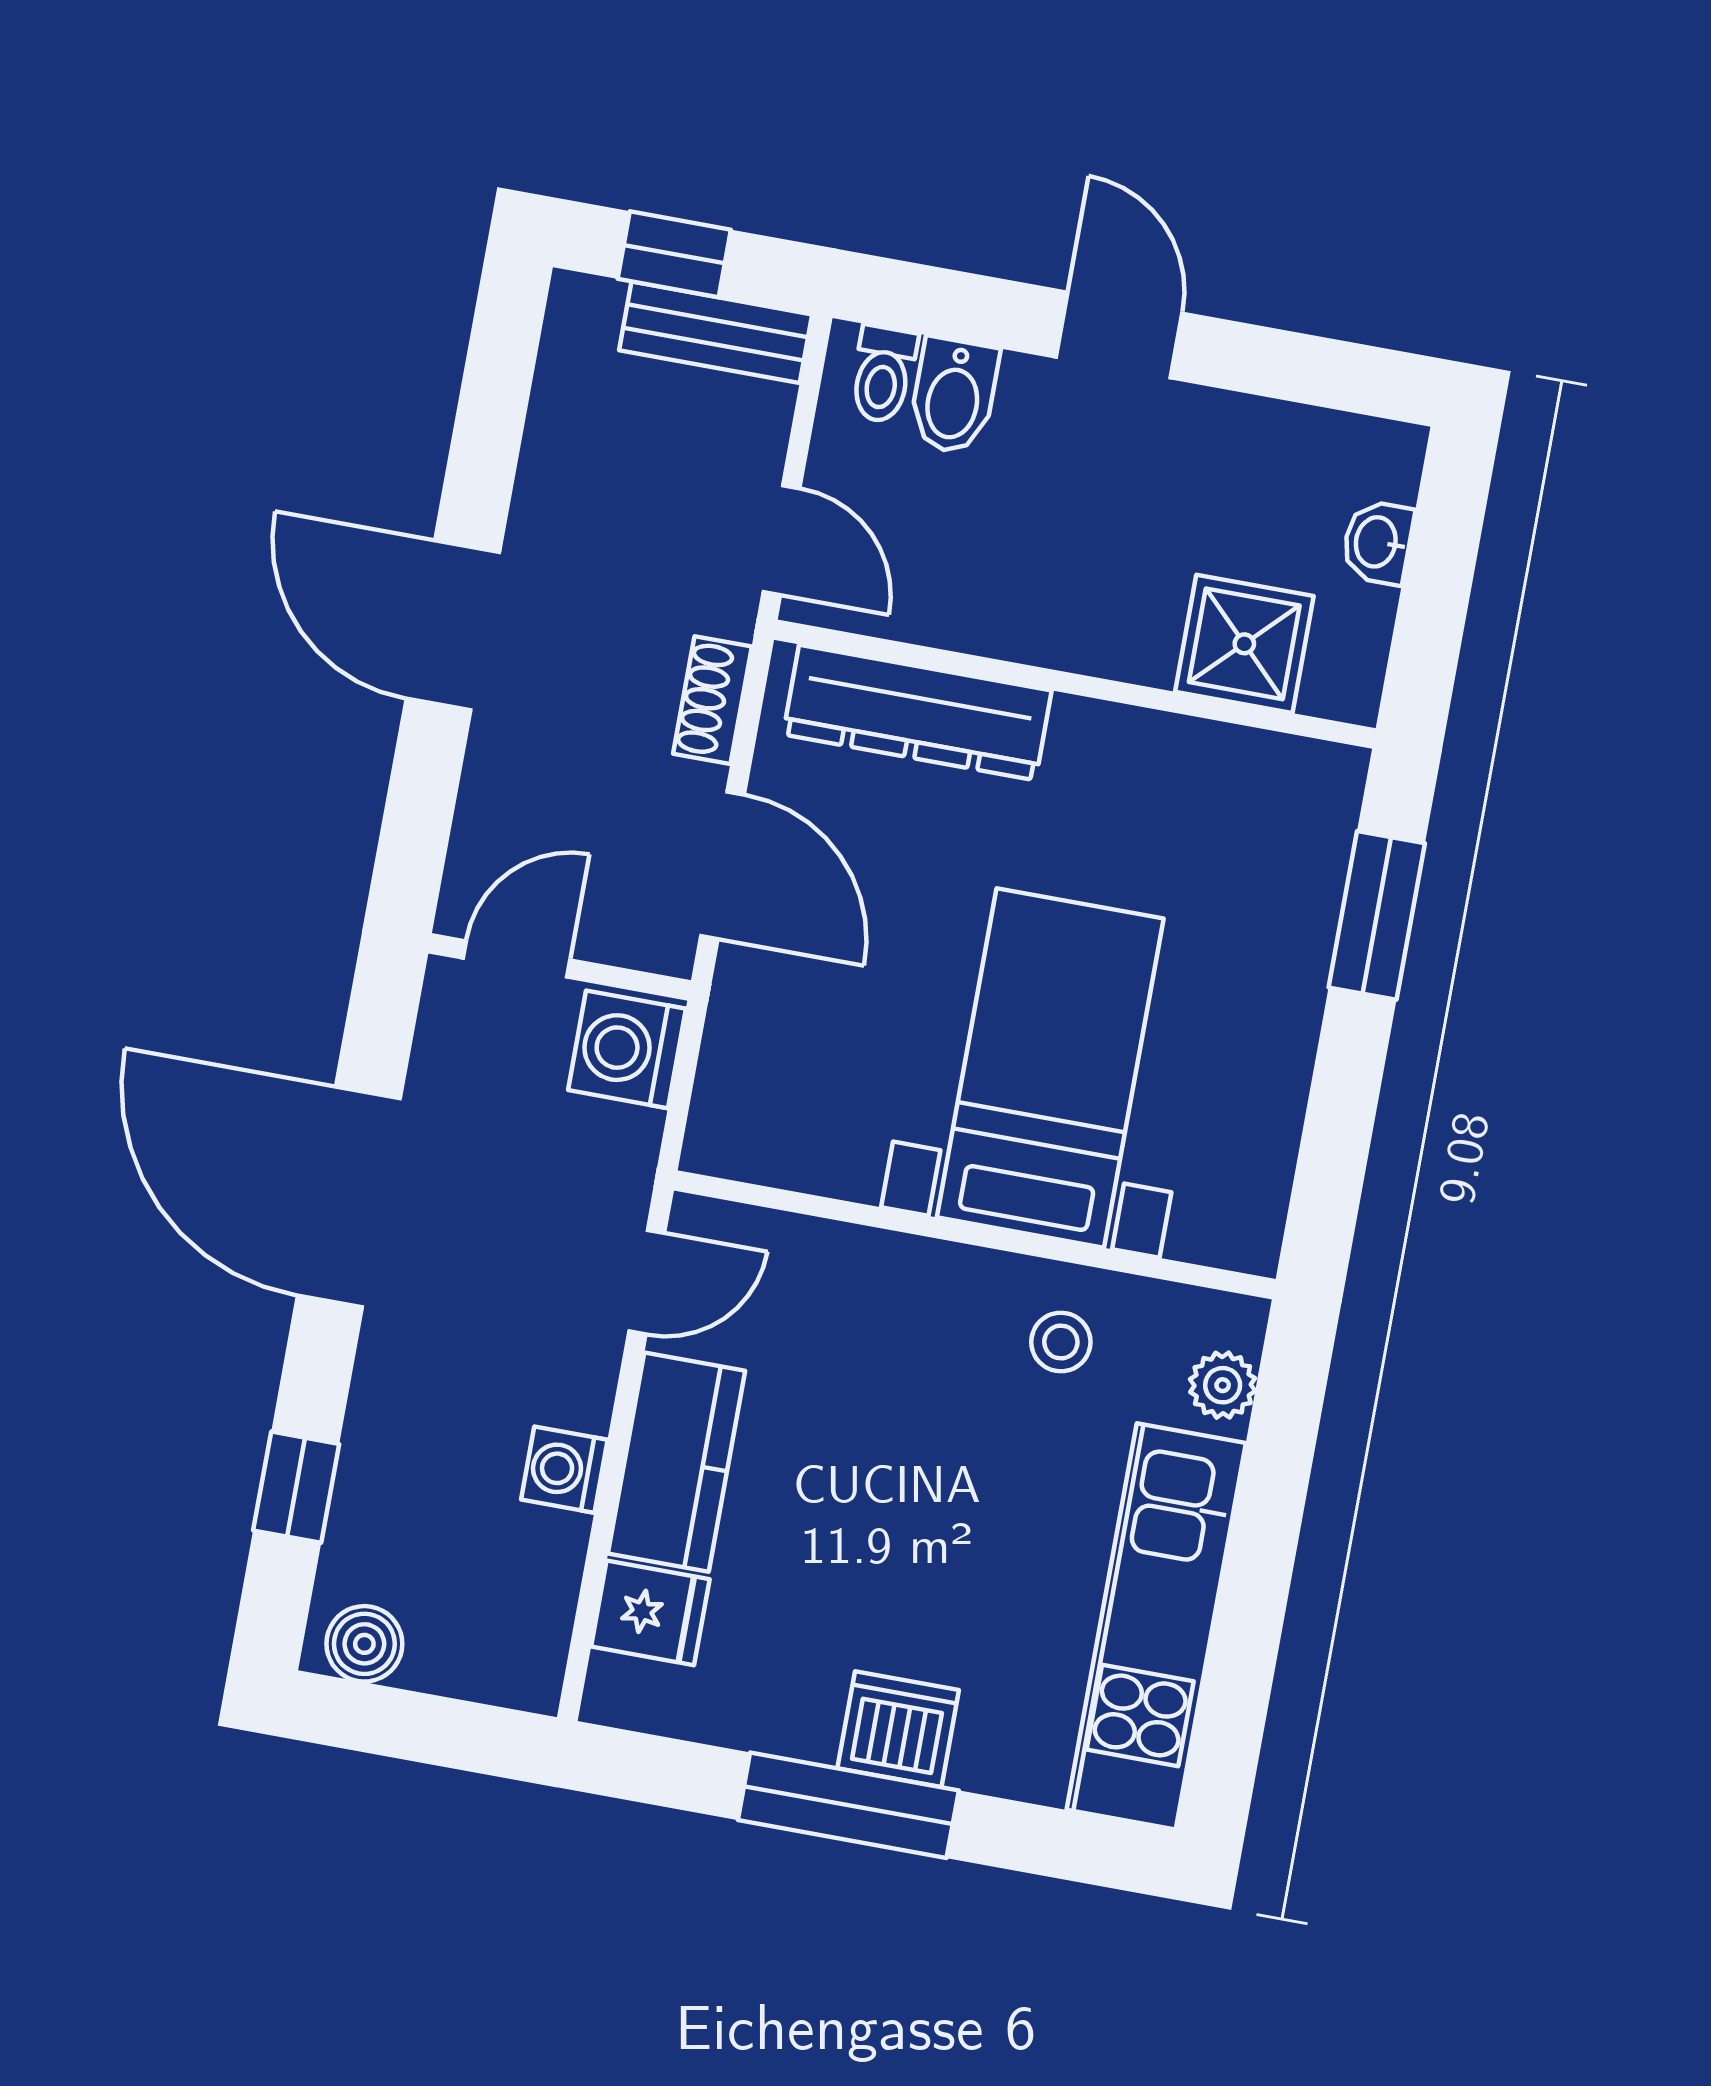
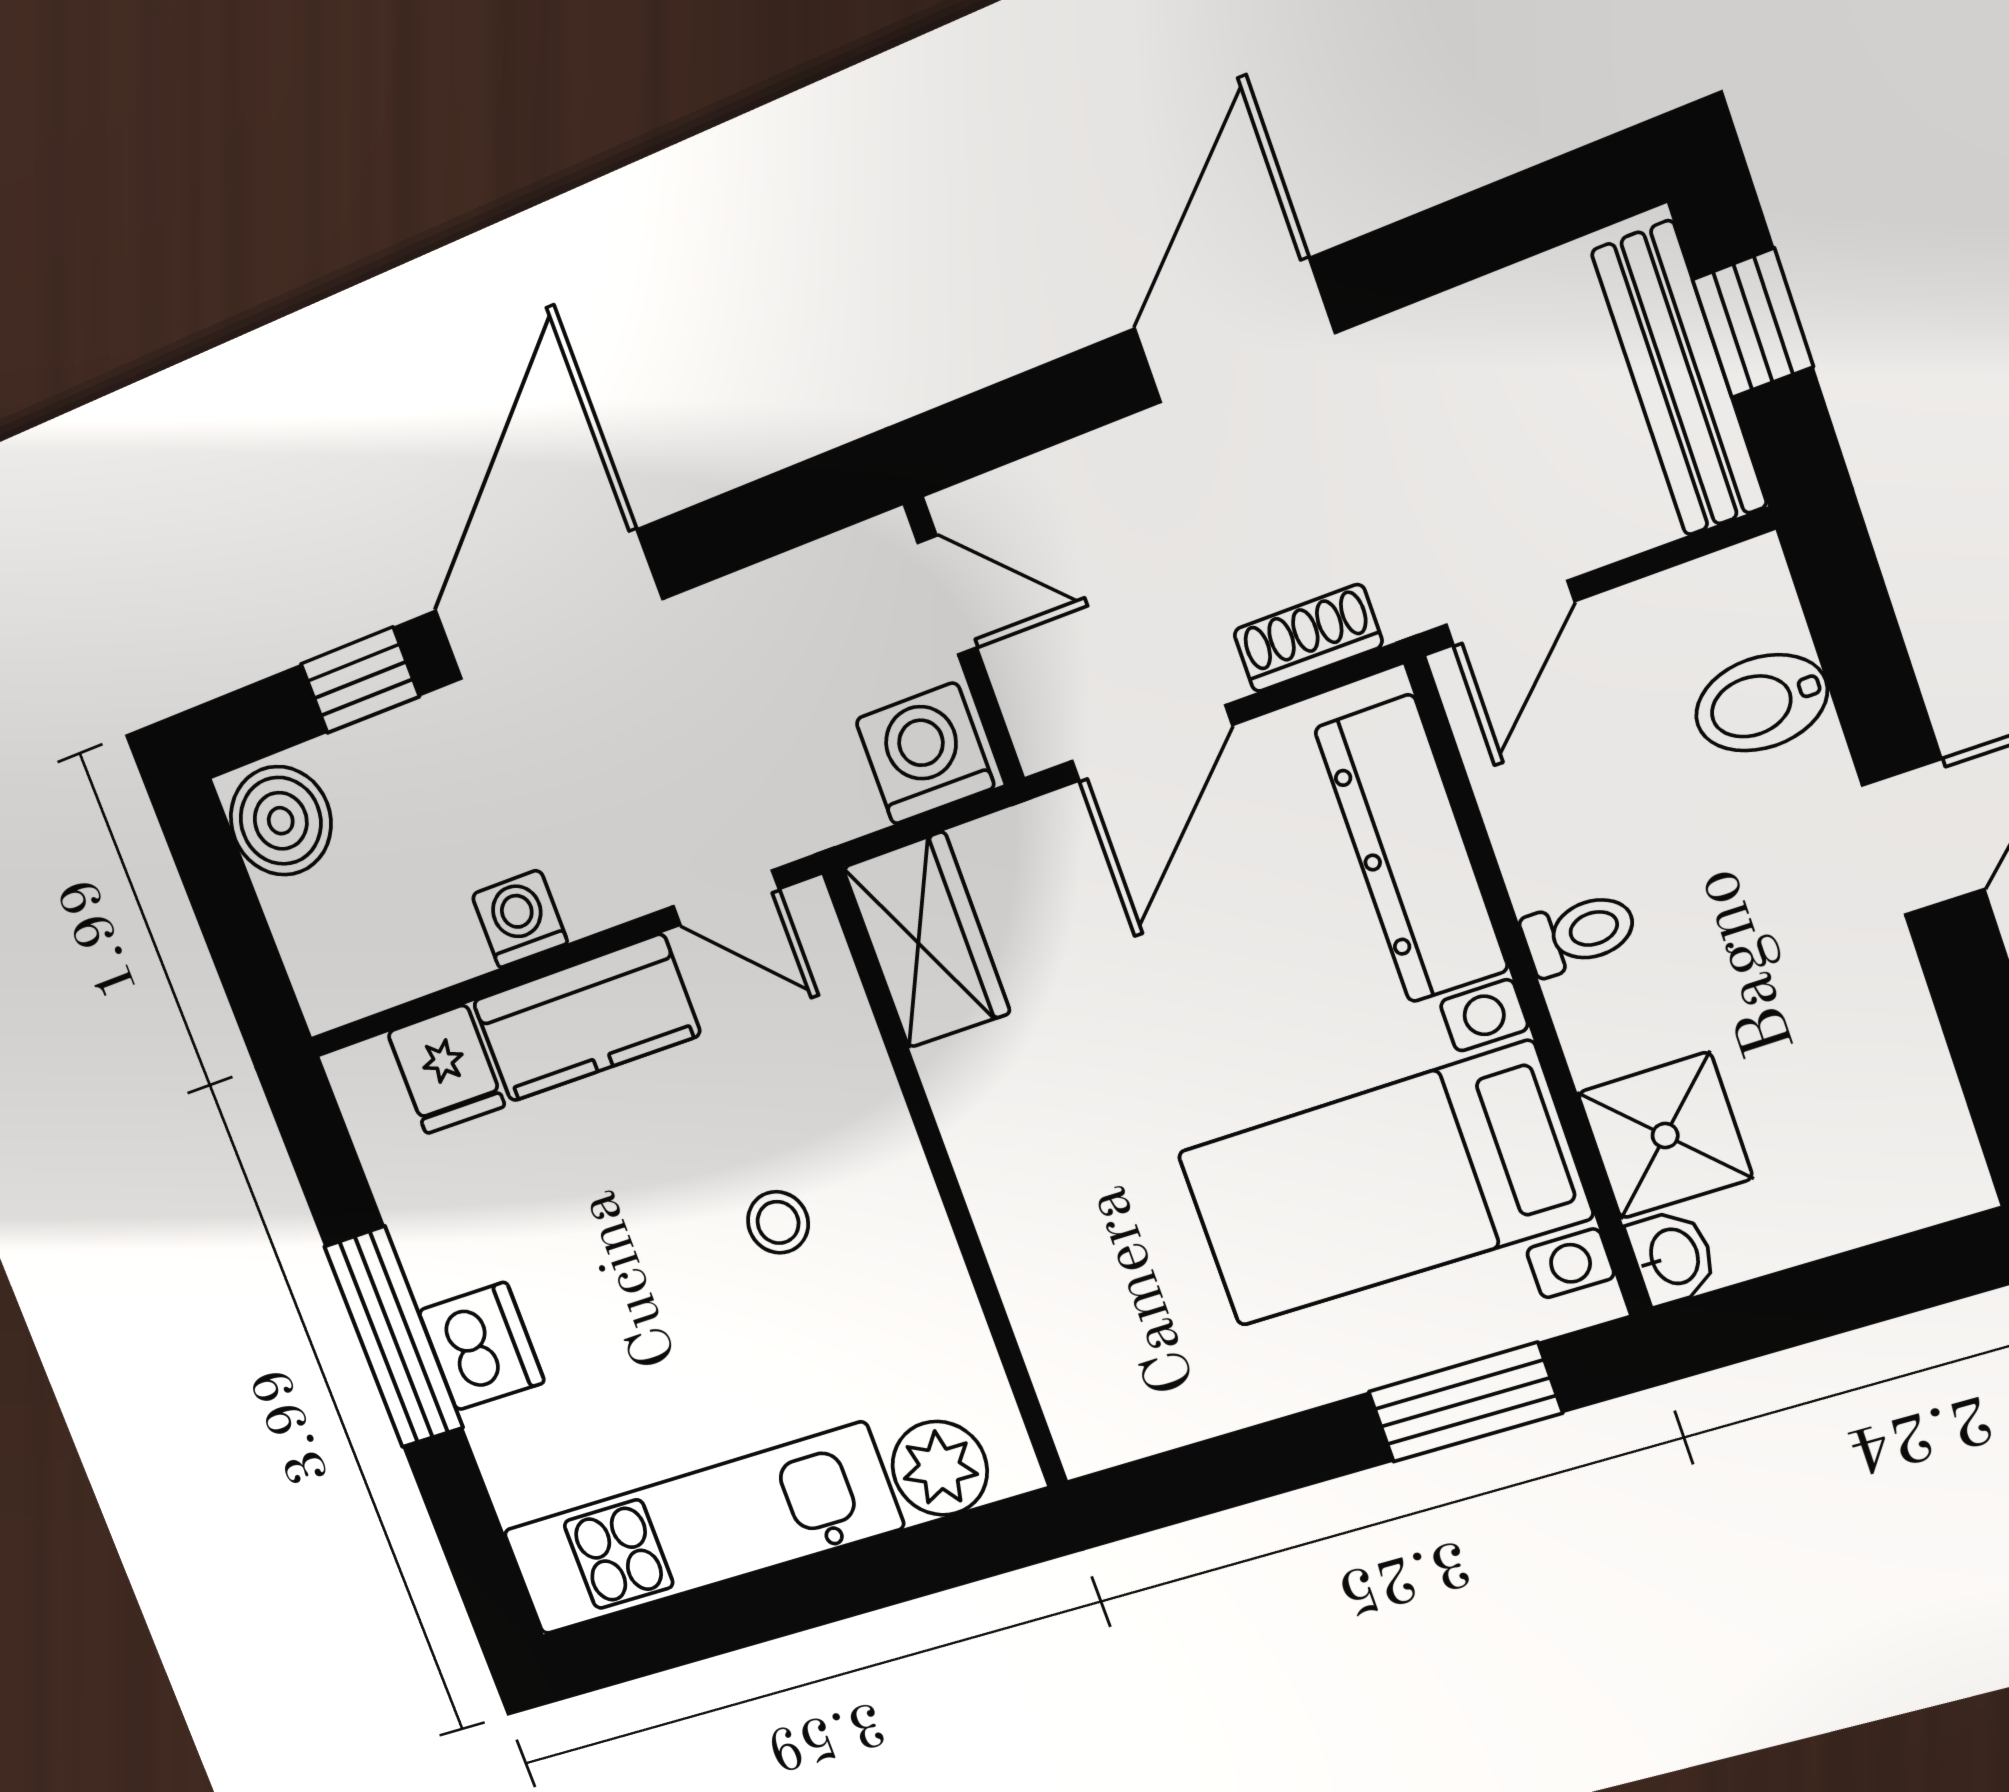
bench: (716, 332) -> (1679, 379), width x1.36
toilet: (883, 374) -> (1579, 933), moved, turned 180
washbasin: (1378, 542) -> (1672, 1257), moved, turned 90
bed with nightstands: (1050, 1068) -> (1383, 1185), moved, turned 180
wardrobe: (774, 1136) -> (926, 940), added
door: (349, 1197) -> (548, 605), moved
stool: (1061, 1342) -> (778, 1222), moved
plant: (1223, 1385) -> (940, 1468), width x1.38, depth x1.38
boiler: (364, 1644) -> (281, 821), width x1.36, depth x1.36

